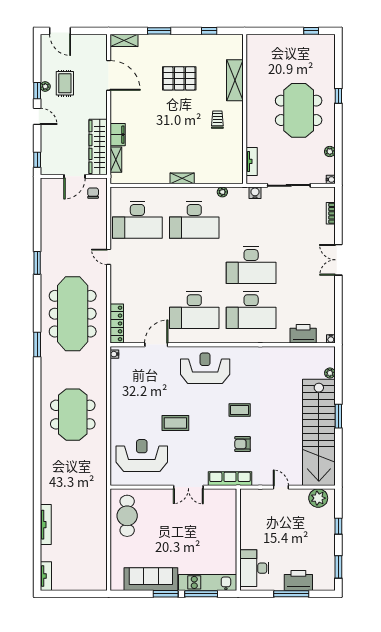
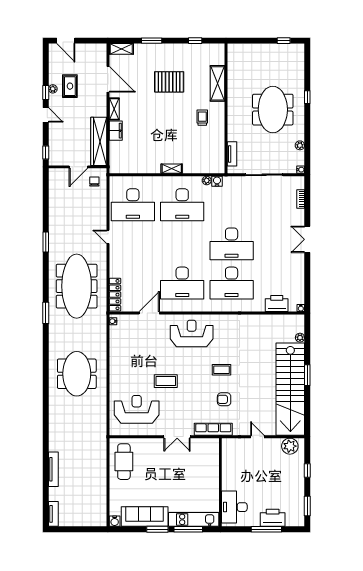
shelving: (116, 160) -> (114, 109), moved
water cooler: (255, 193) -> (217, 181), moved
water cooler: (116, 584) -> (115, 521), added

